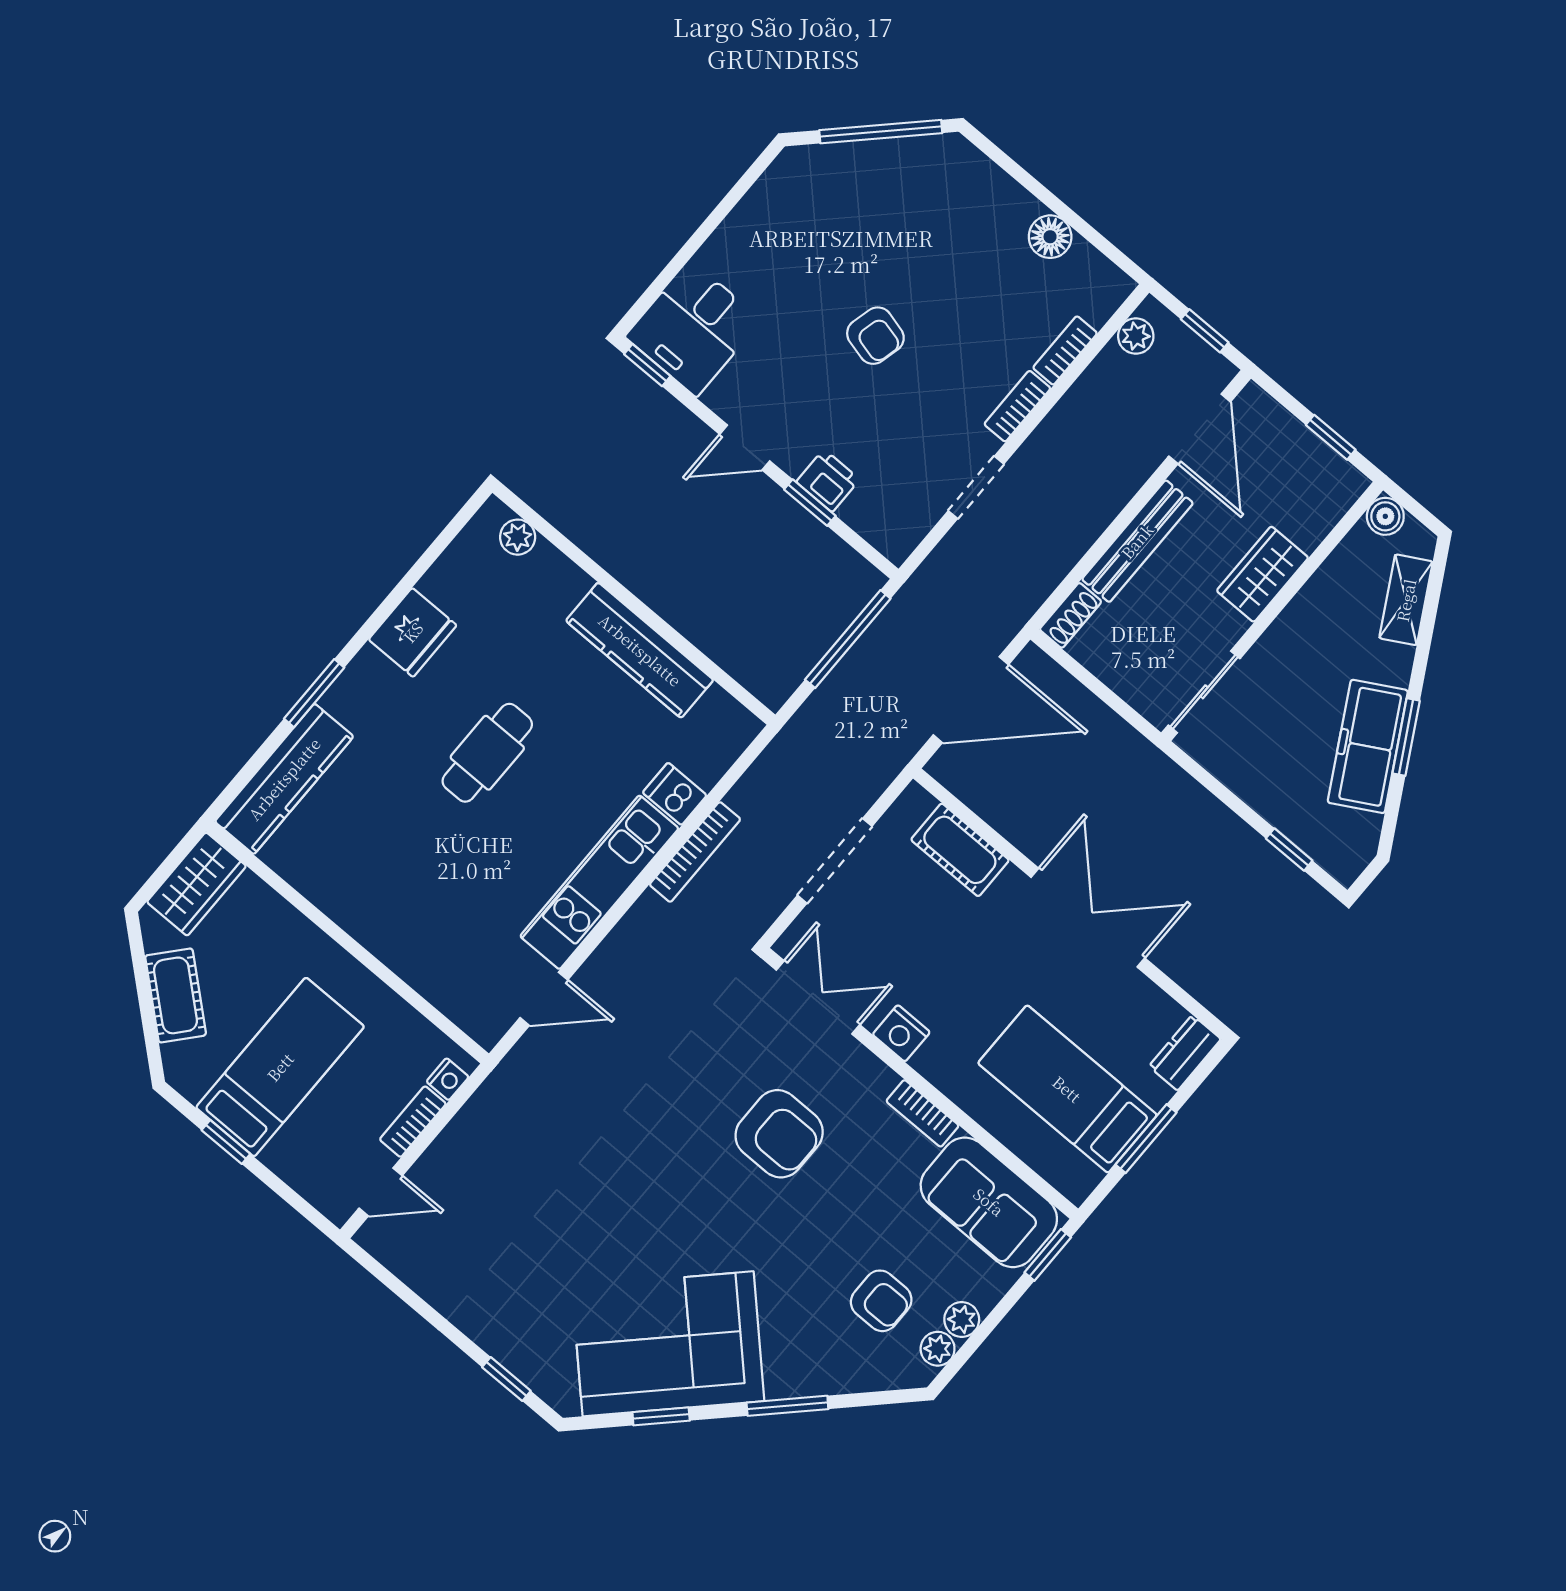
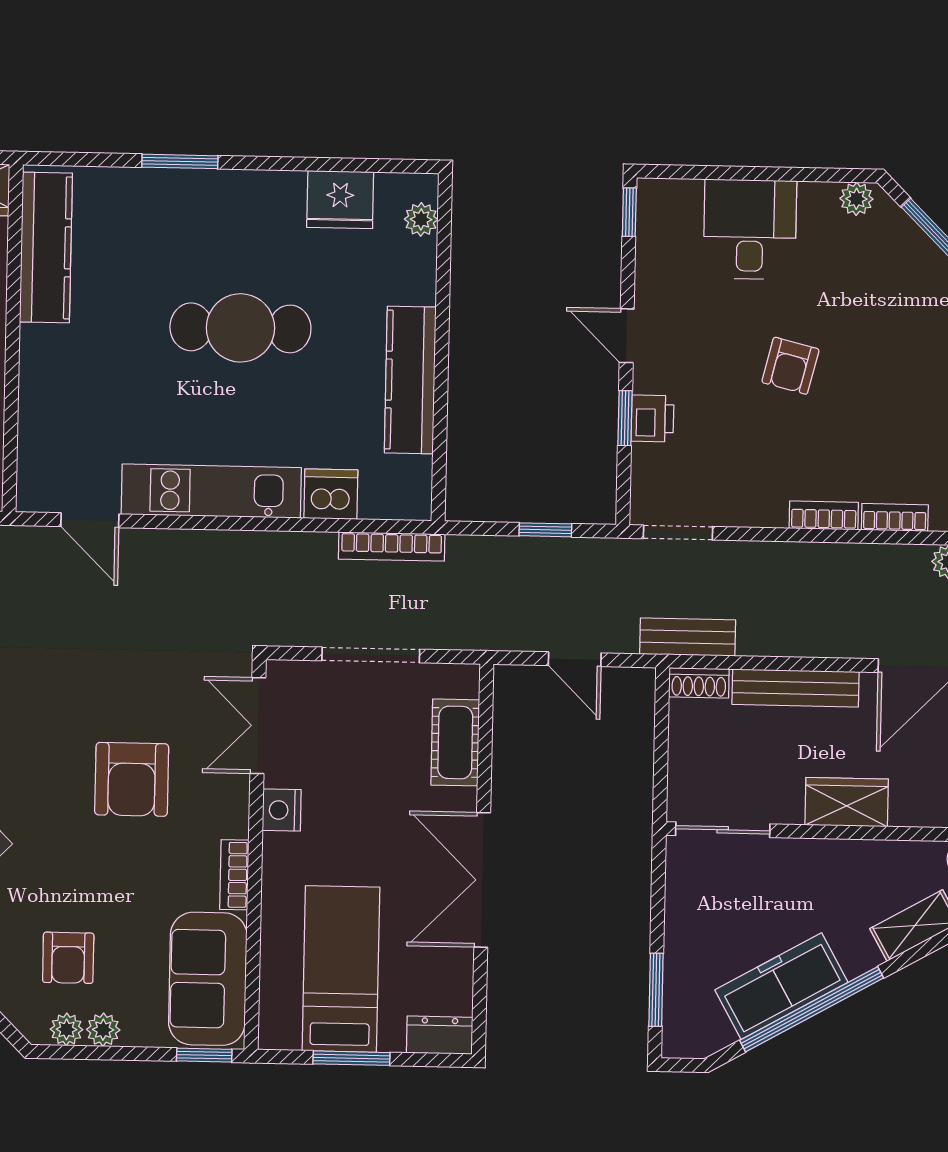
plant: (784, 174) -> (856, 199), added
desk: (693, 328) -> (750, 229), moved, turned 90
doorway: (976, 487) -> (678, 533), moved
bench: (1026, 595) -> (688, 637), added
fridge: (413, 632) -> (340, 200), moved
window: (848, 639) -> (545, 530), width x0.46
door: (971, 700) -> (575, 659), width x0.53
window: (1406, 737) -> (812, 1009), width x2.11
cafe table: (487, 753) -> (240, 328), width x1.37, depth x1.35
kitchen counter: (284, 779) -> (46, 247), moved, turned -90
dishwasher: (675, 794) -> (331, 494), width x1.38
window: (1289, 849) -> (656, 990), width x1.50
bookcase: (695, 852) -> (392, 547), moved
double door: (1088, 918) -> (482, 880), swing flipped
double door: (818, 997) -> (258, 726), swing flipped

